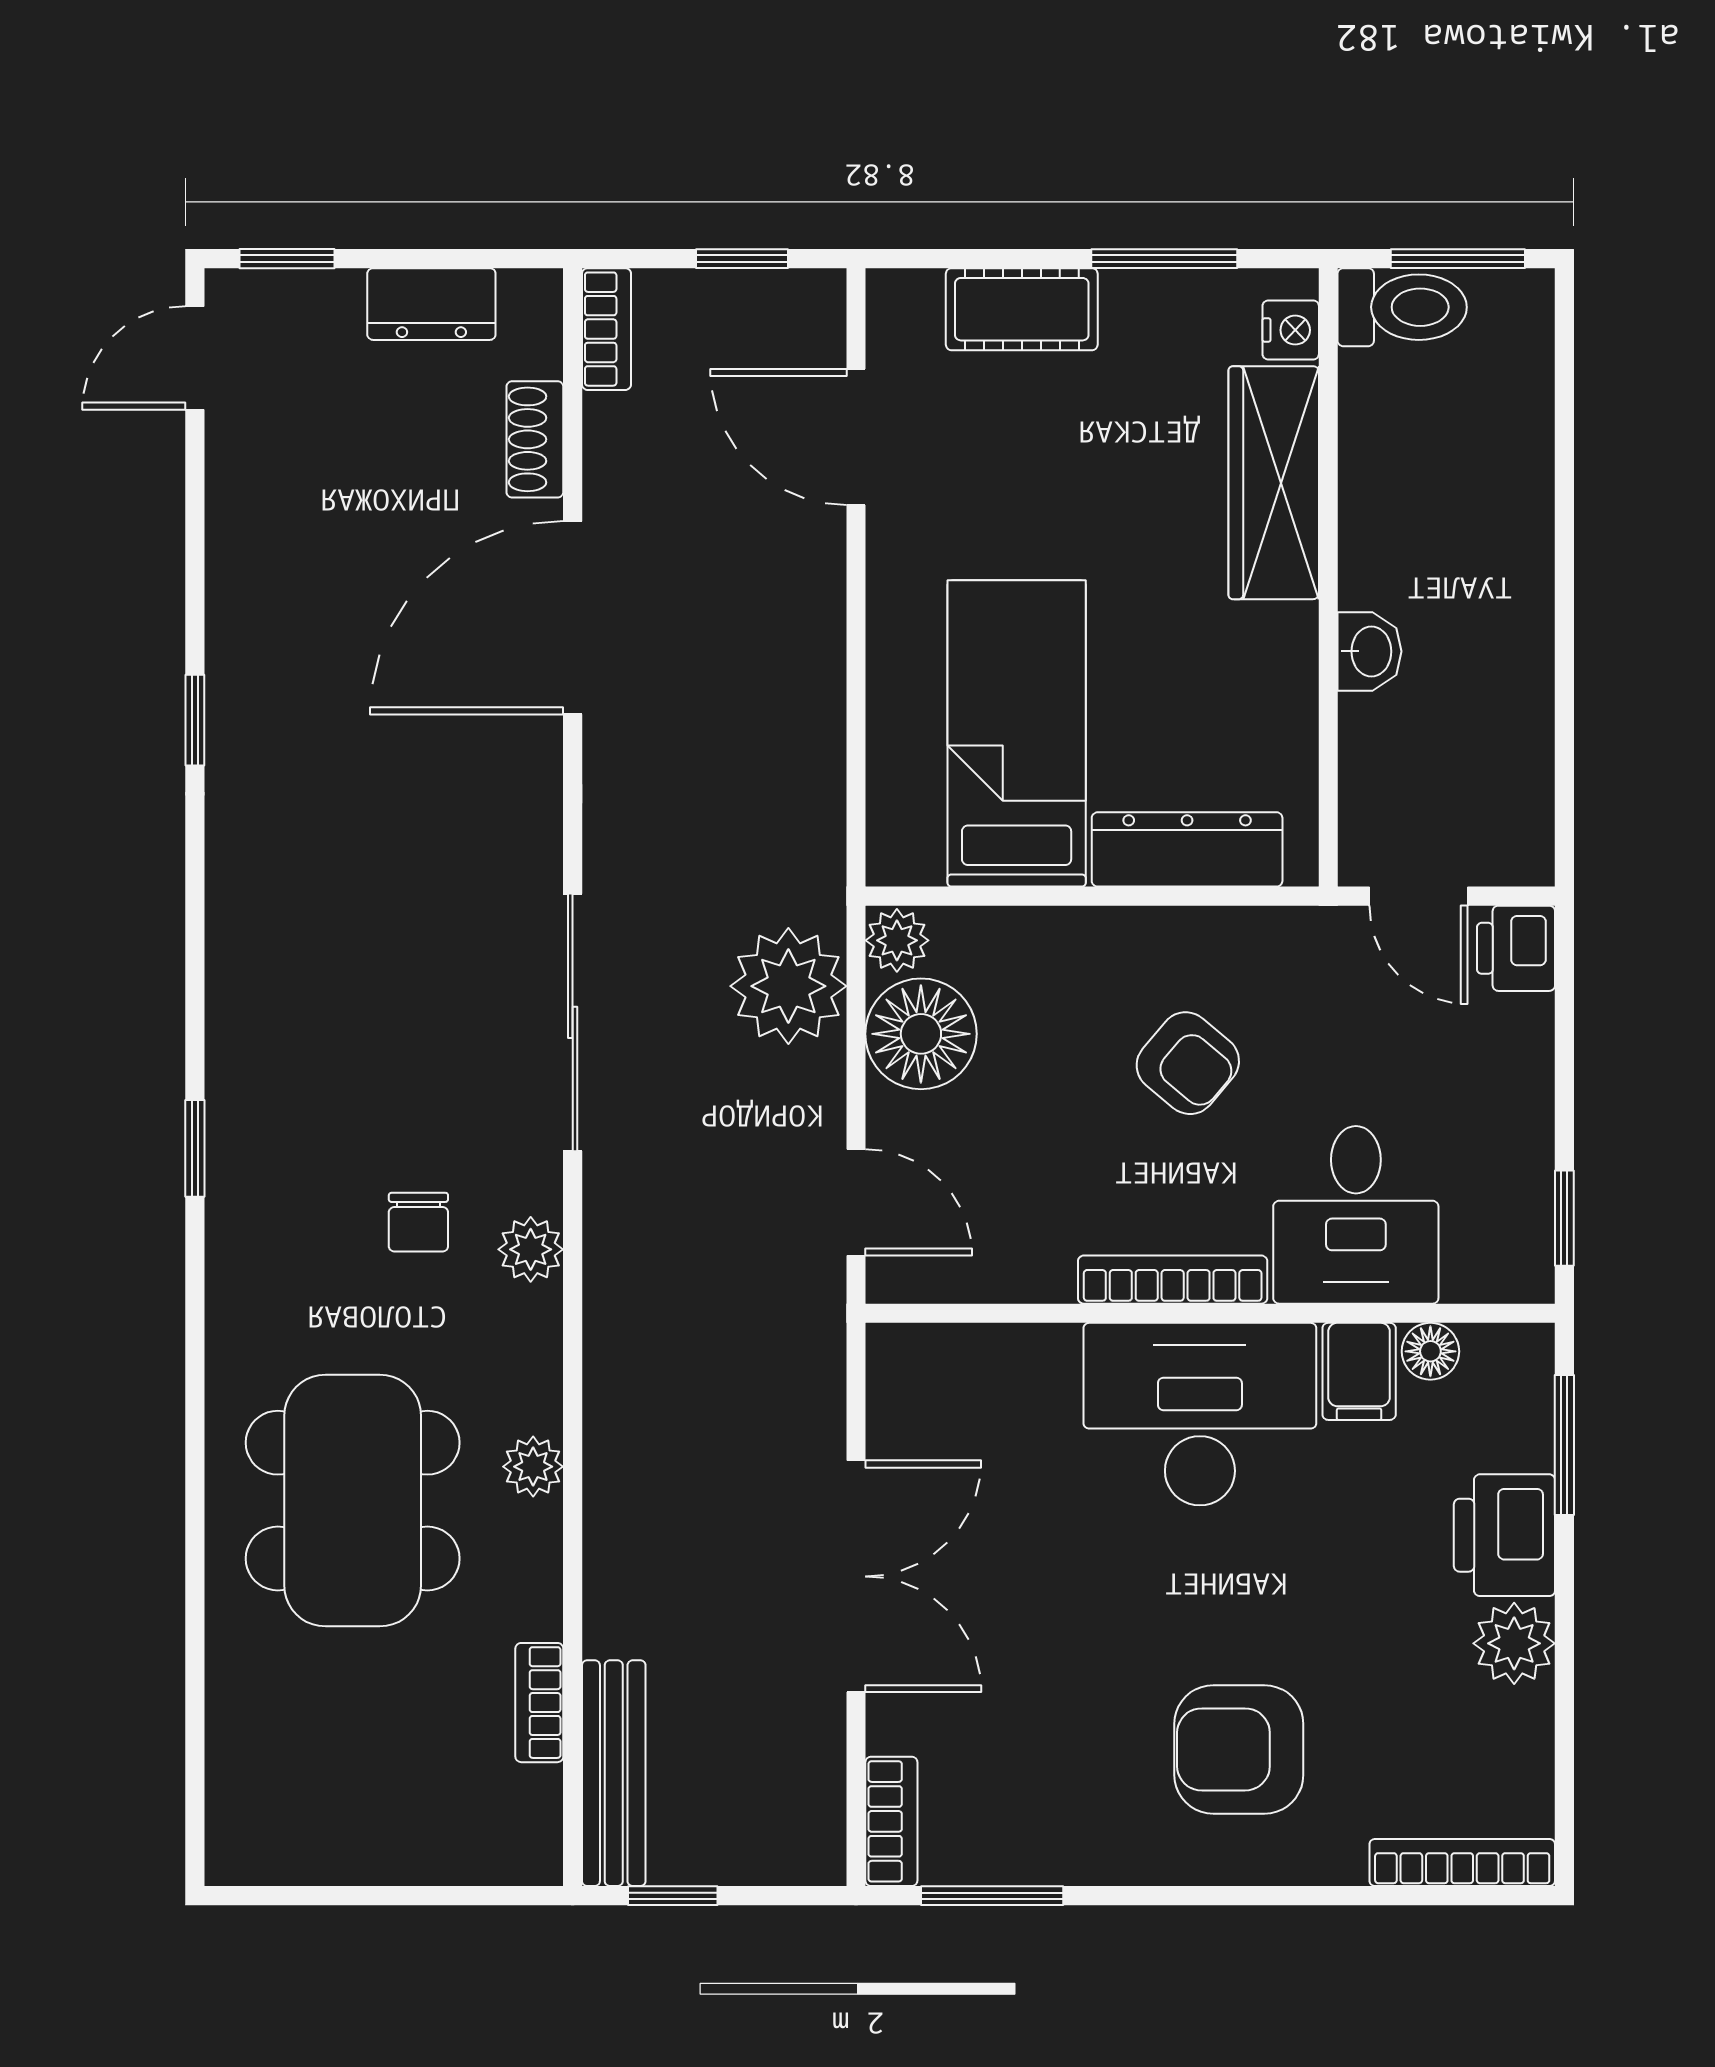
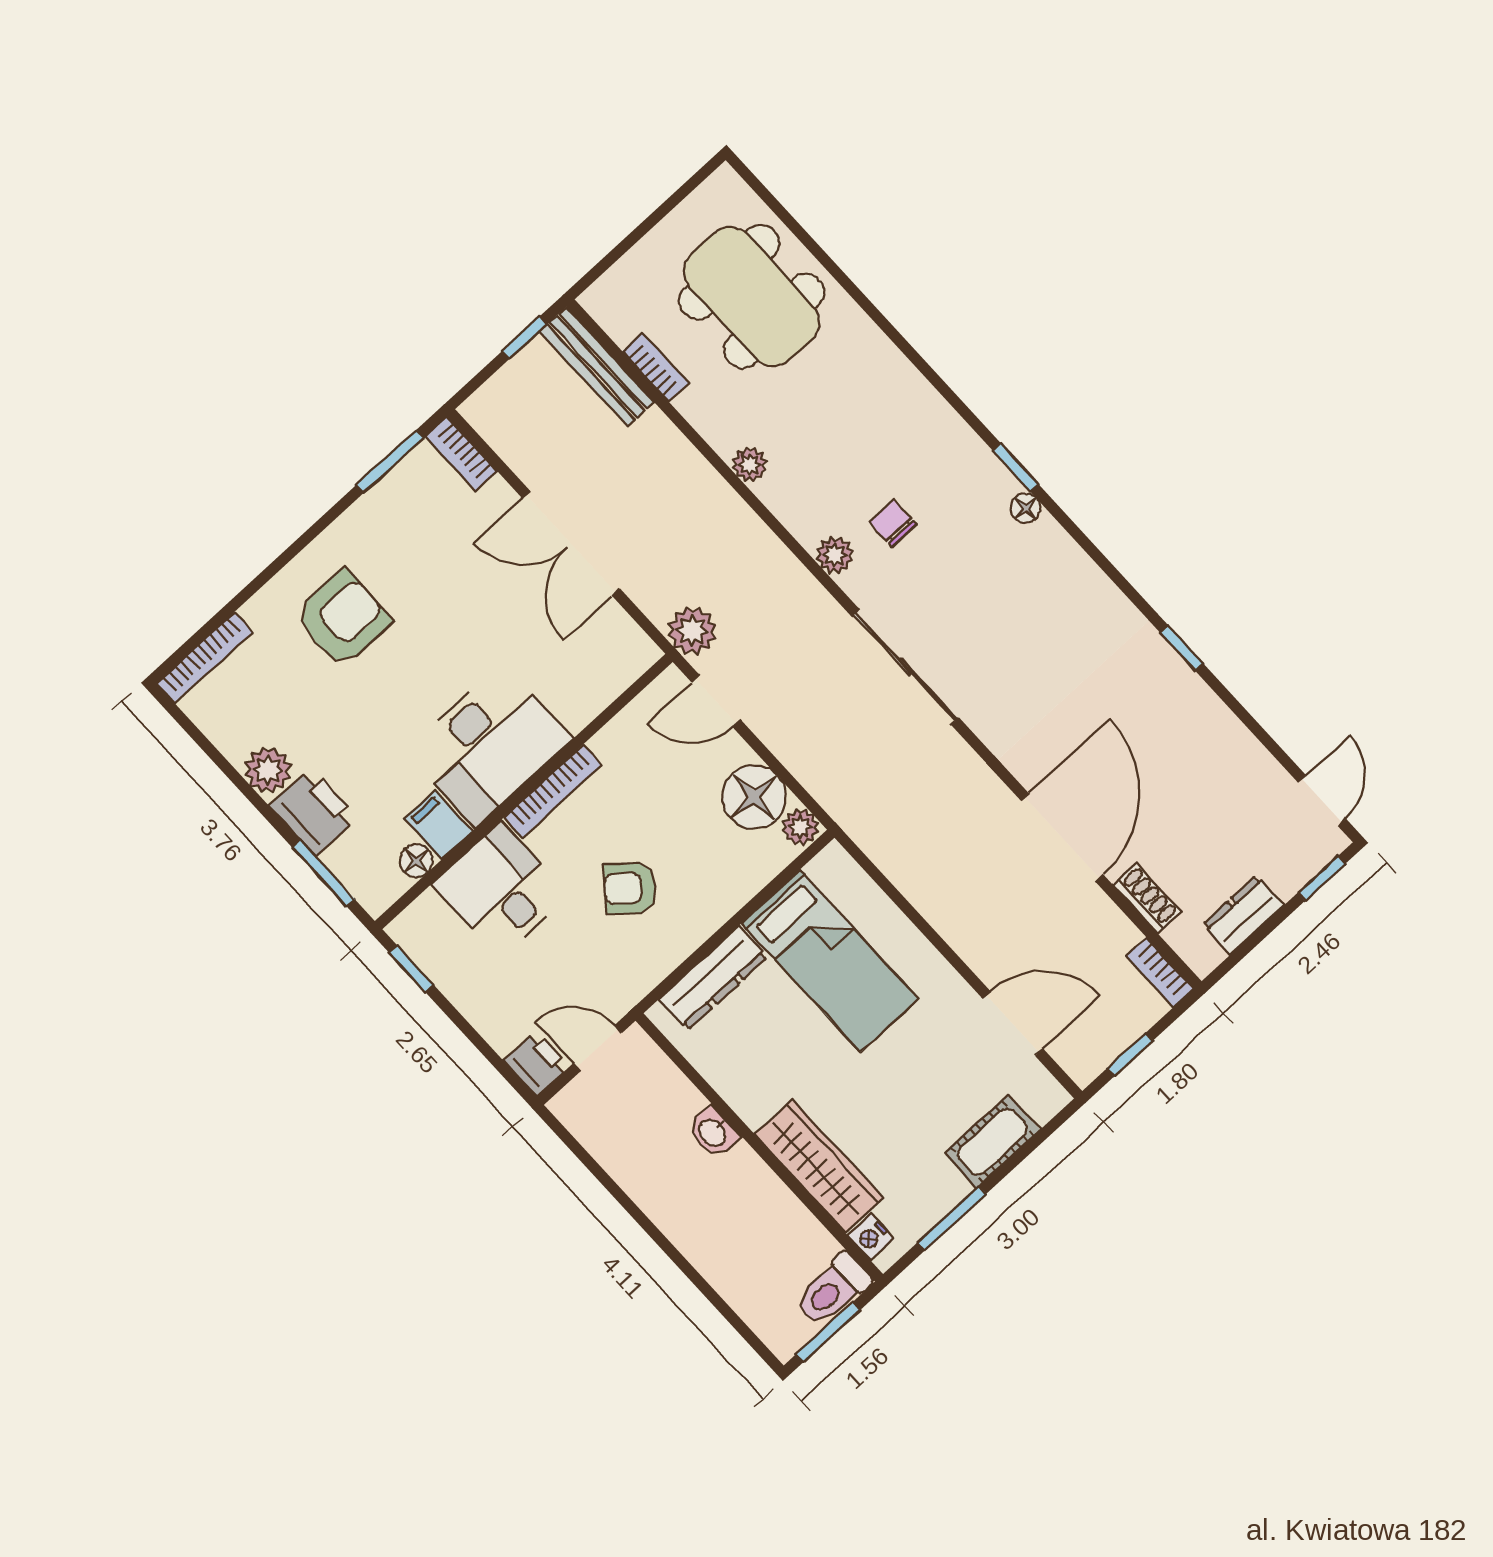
plant: (788, 986) -> (692, 631), moved, width x0.73, depth x0.73
floor lamp: (230, 1084) -> (1026, 508), added
dining table: (353, 1501) -> (752, 297), moved

